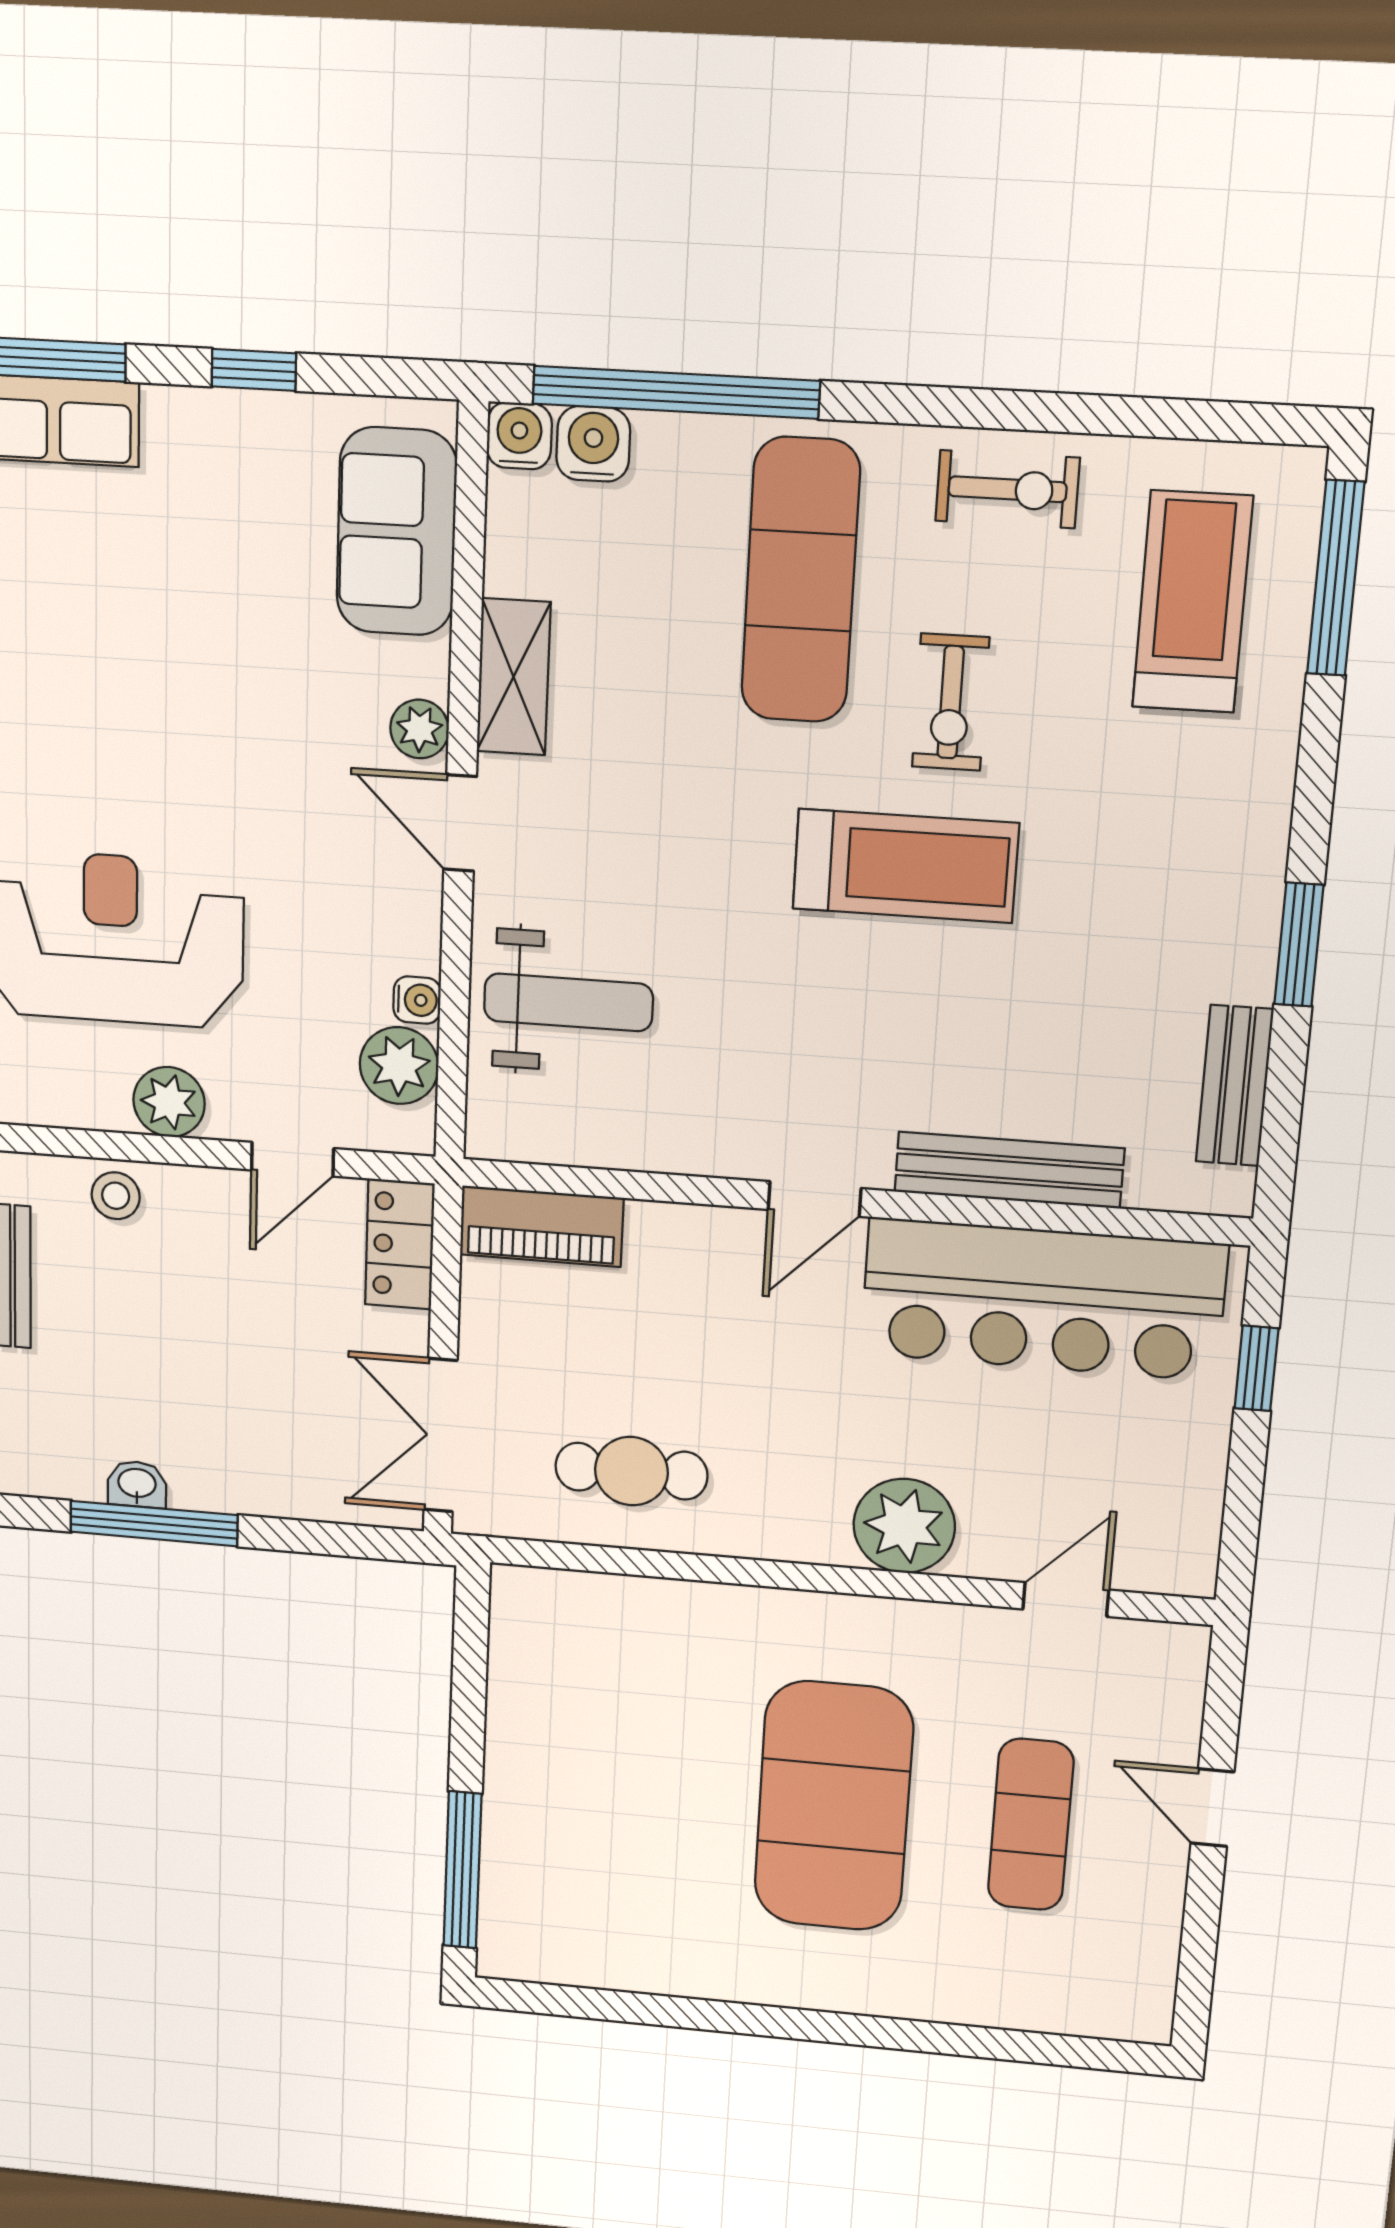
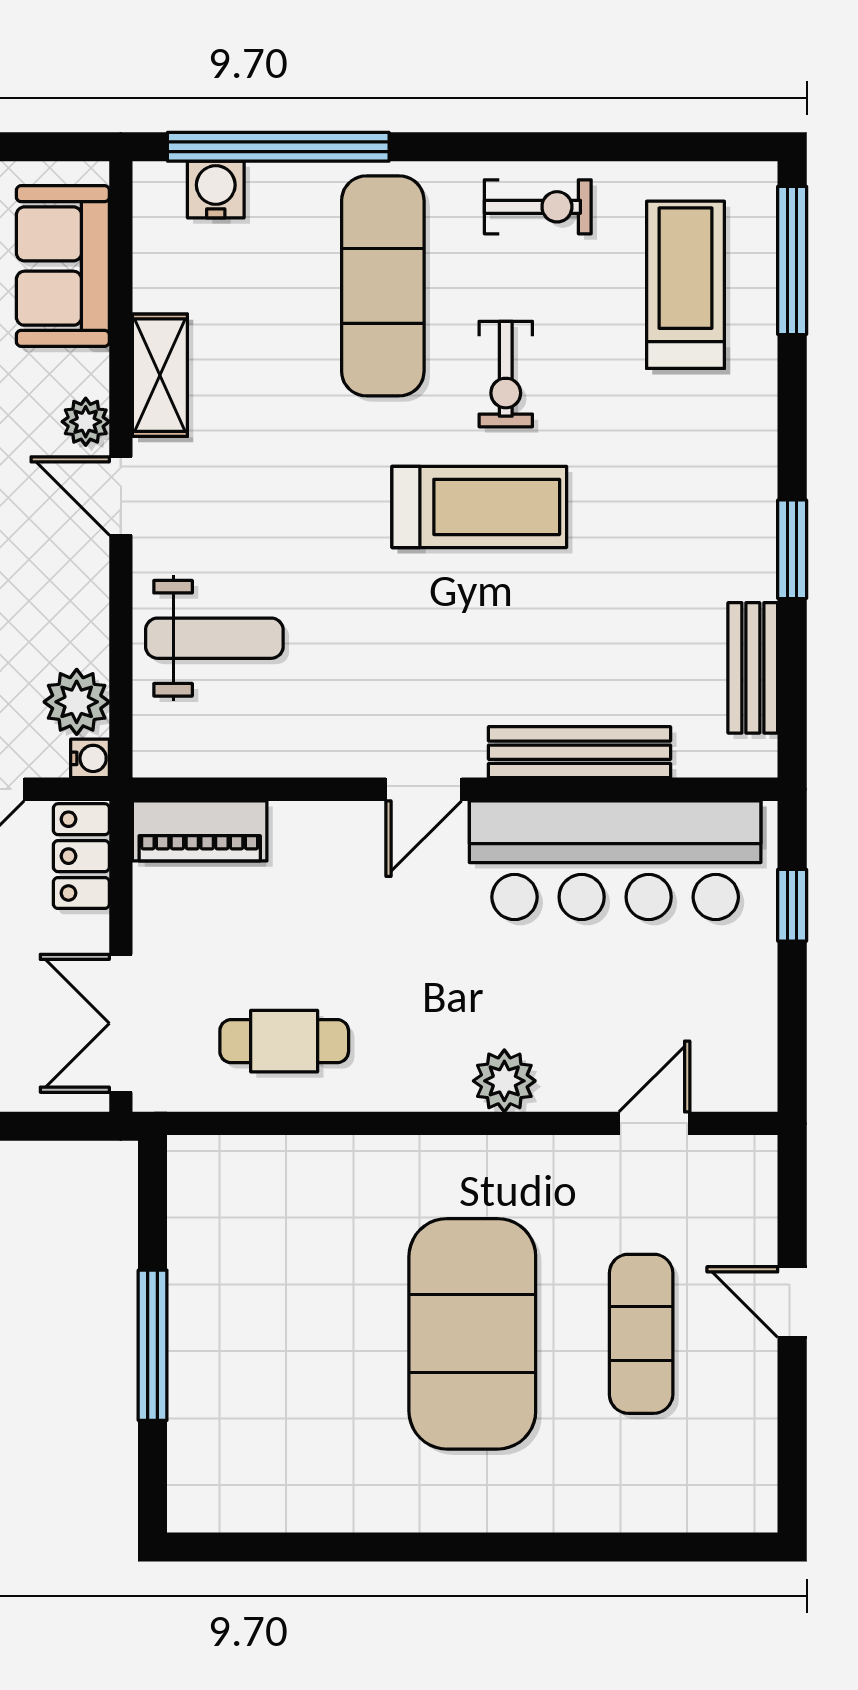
water cooler: (519, 436) -> (158, 186), removed
water cooler: (417, 1000) -> (90, 758), moved
plant: (904, 1526) -> (504, 1081), width x0.73, depth x0.73
window: (462, 1870) -> (153, 1345), moved

